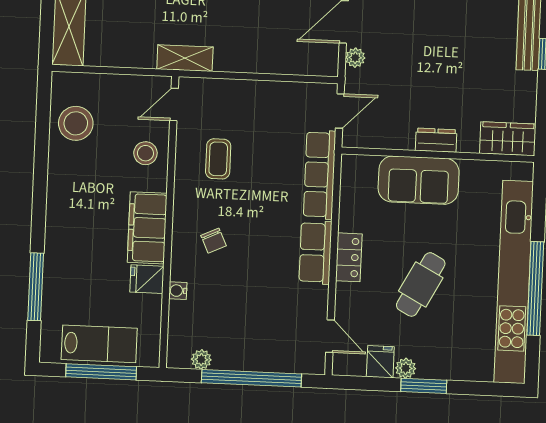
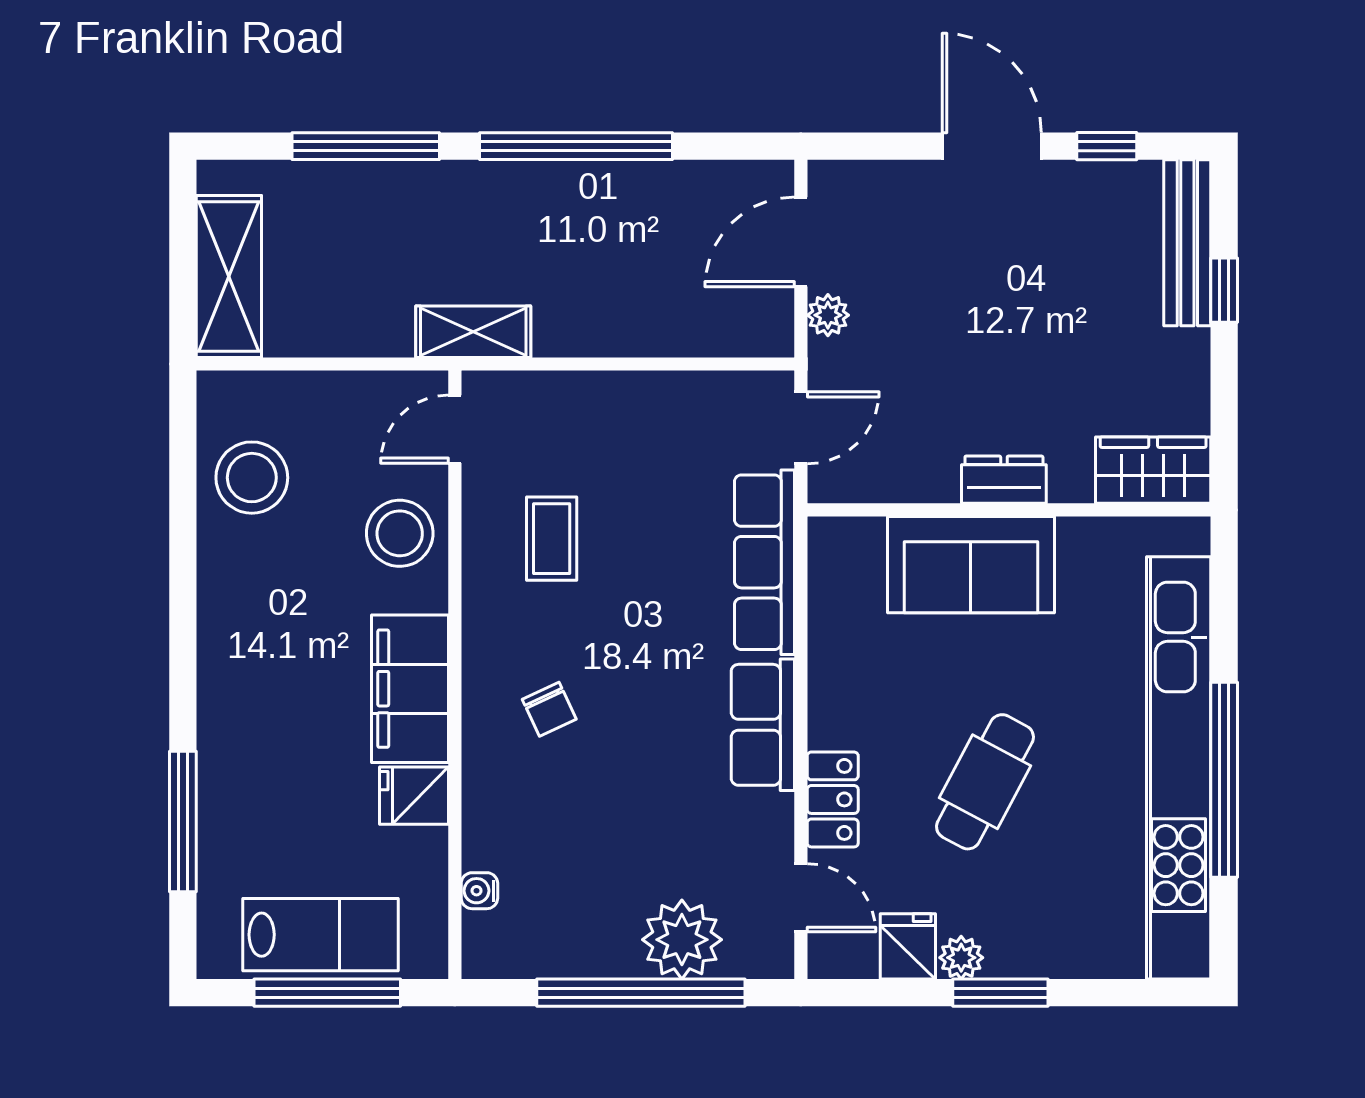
stool: (145, 153) -> (400, 533), width x1.38, depth x1.38
locker: (349, 257) -> (833, 799), moved
water cooler: (178, 291) -> (479, 891), moved
plant: (201, 360) -> (682, 940), moved, width x1.88, depth x1.88

